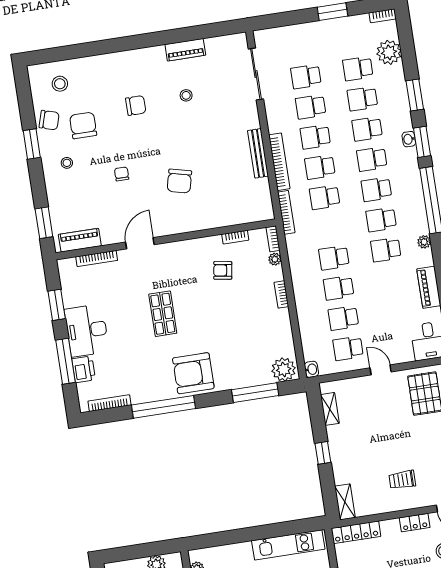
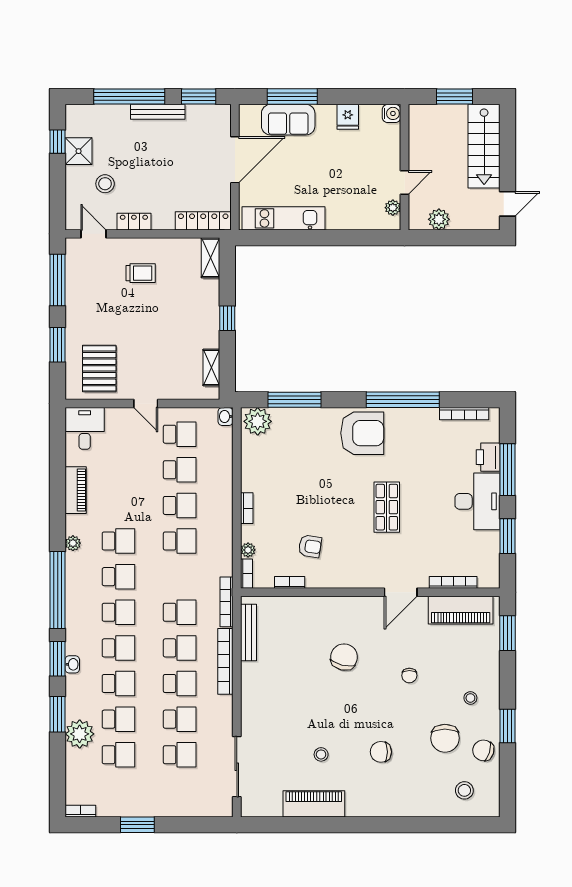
piano: (185, 50) -> (314, 804), width x1.37, depth x1.33
plant: (389, 52) -> (80, 734), moved
bench: (258, 153) -> (248, 633), moved
piano: (80, 240) -> (461, 610), width x1.37, depth x1.33

